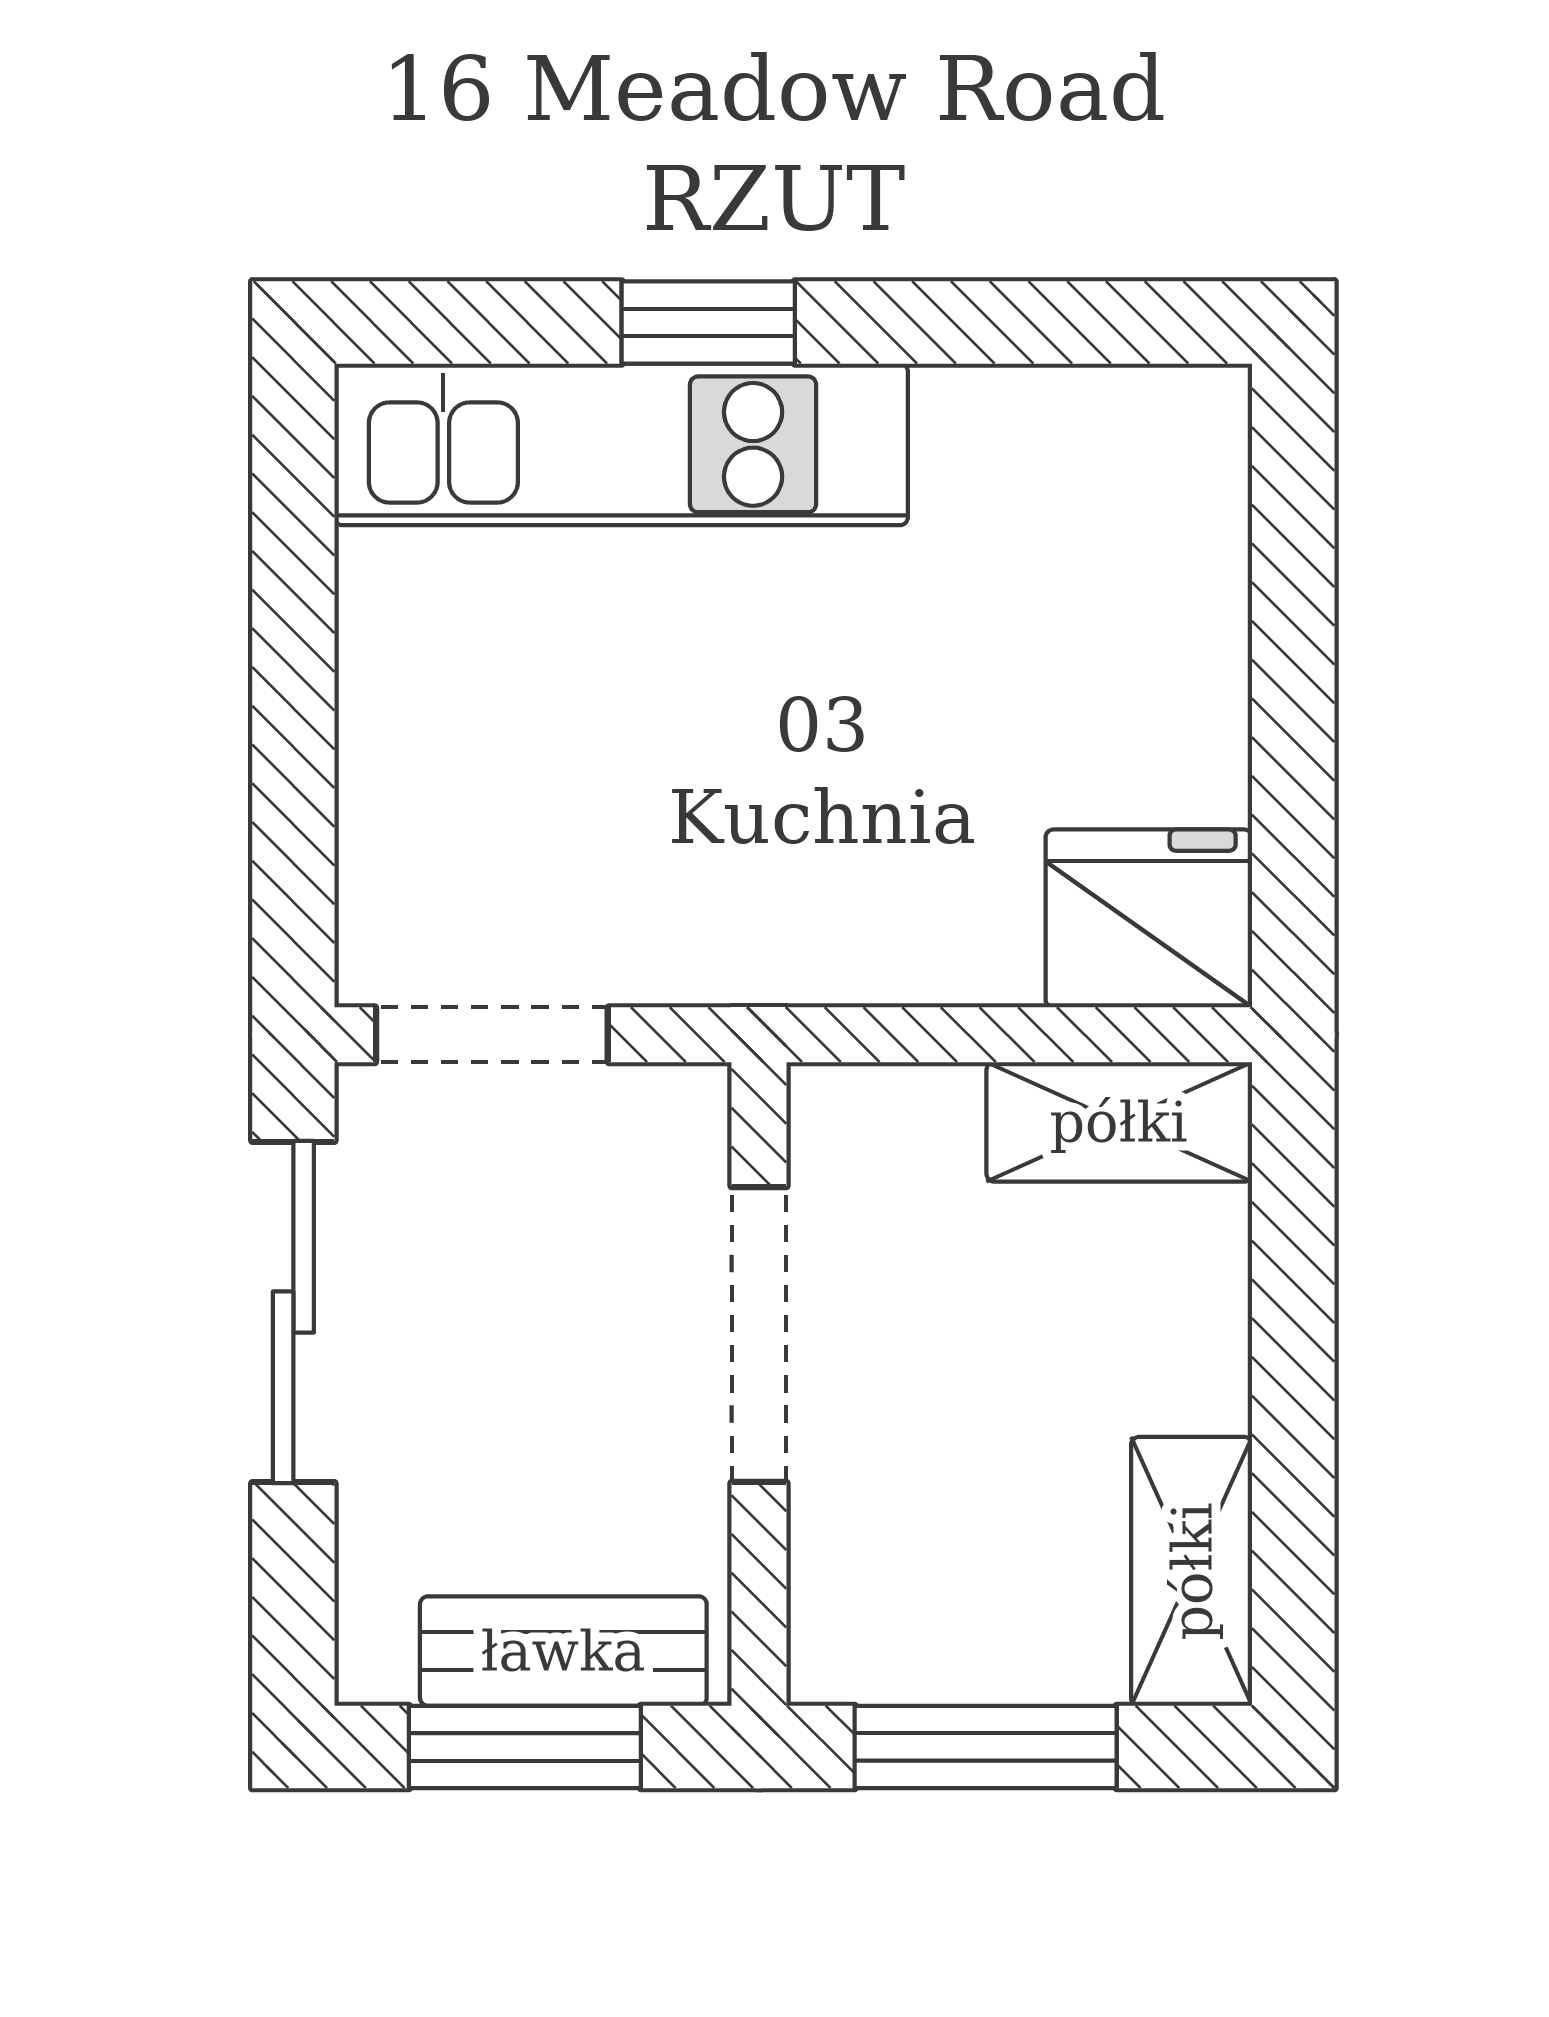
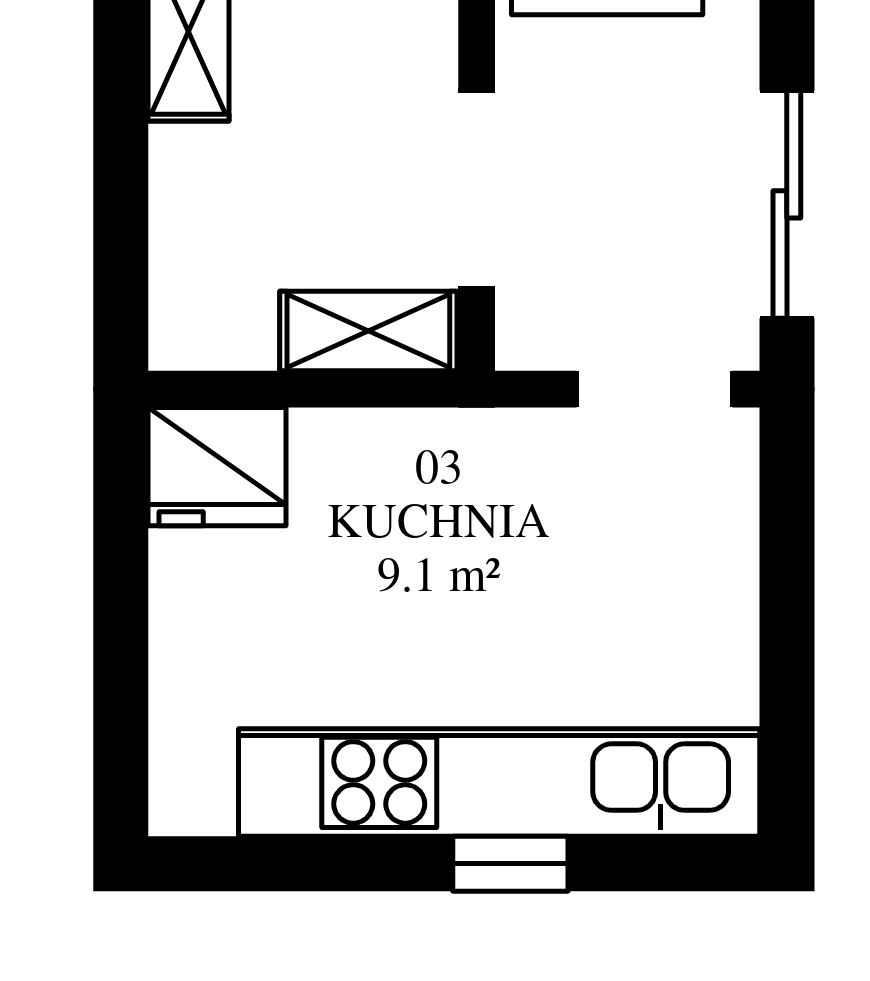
kitchen unit: (621, 444) -> (499, 782), width x1.36
shelving: (1119, 1122) -> (368, 331), moved

